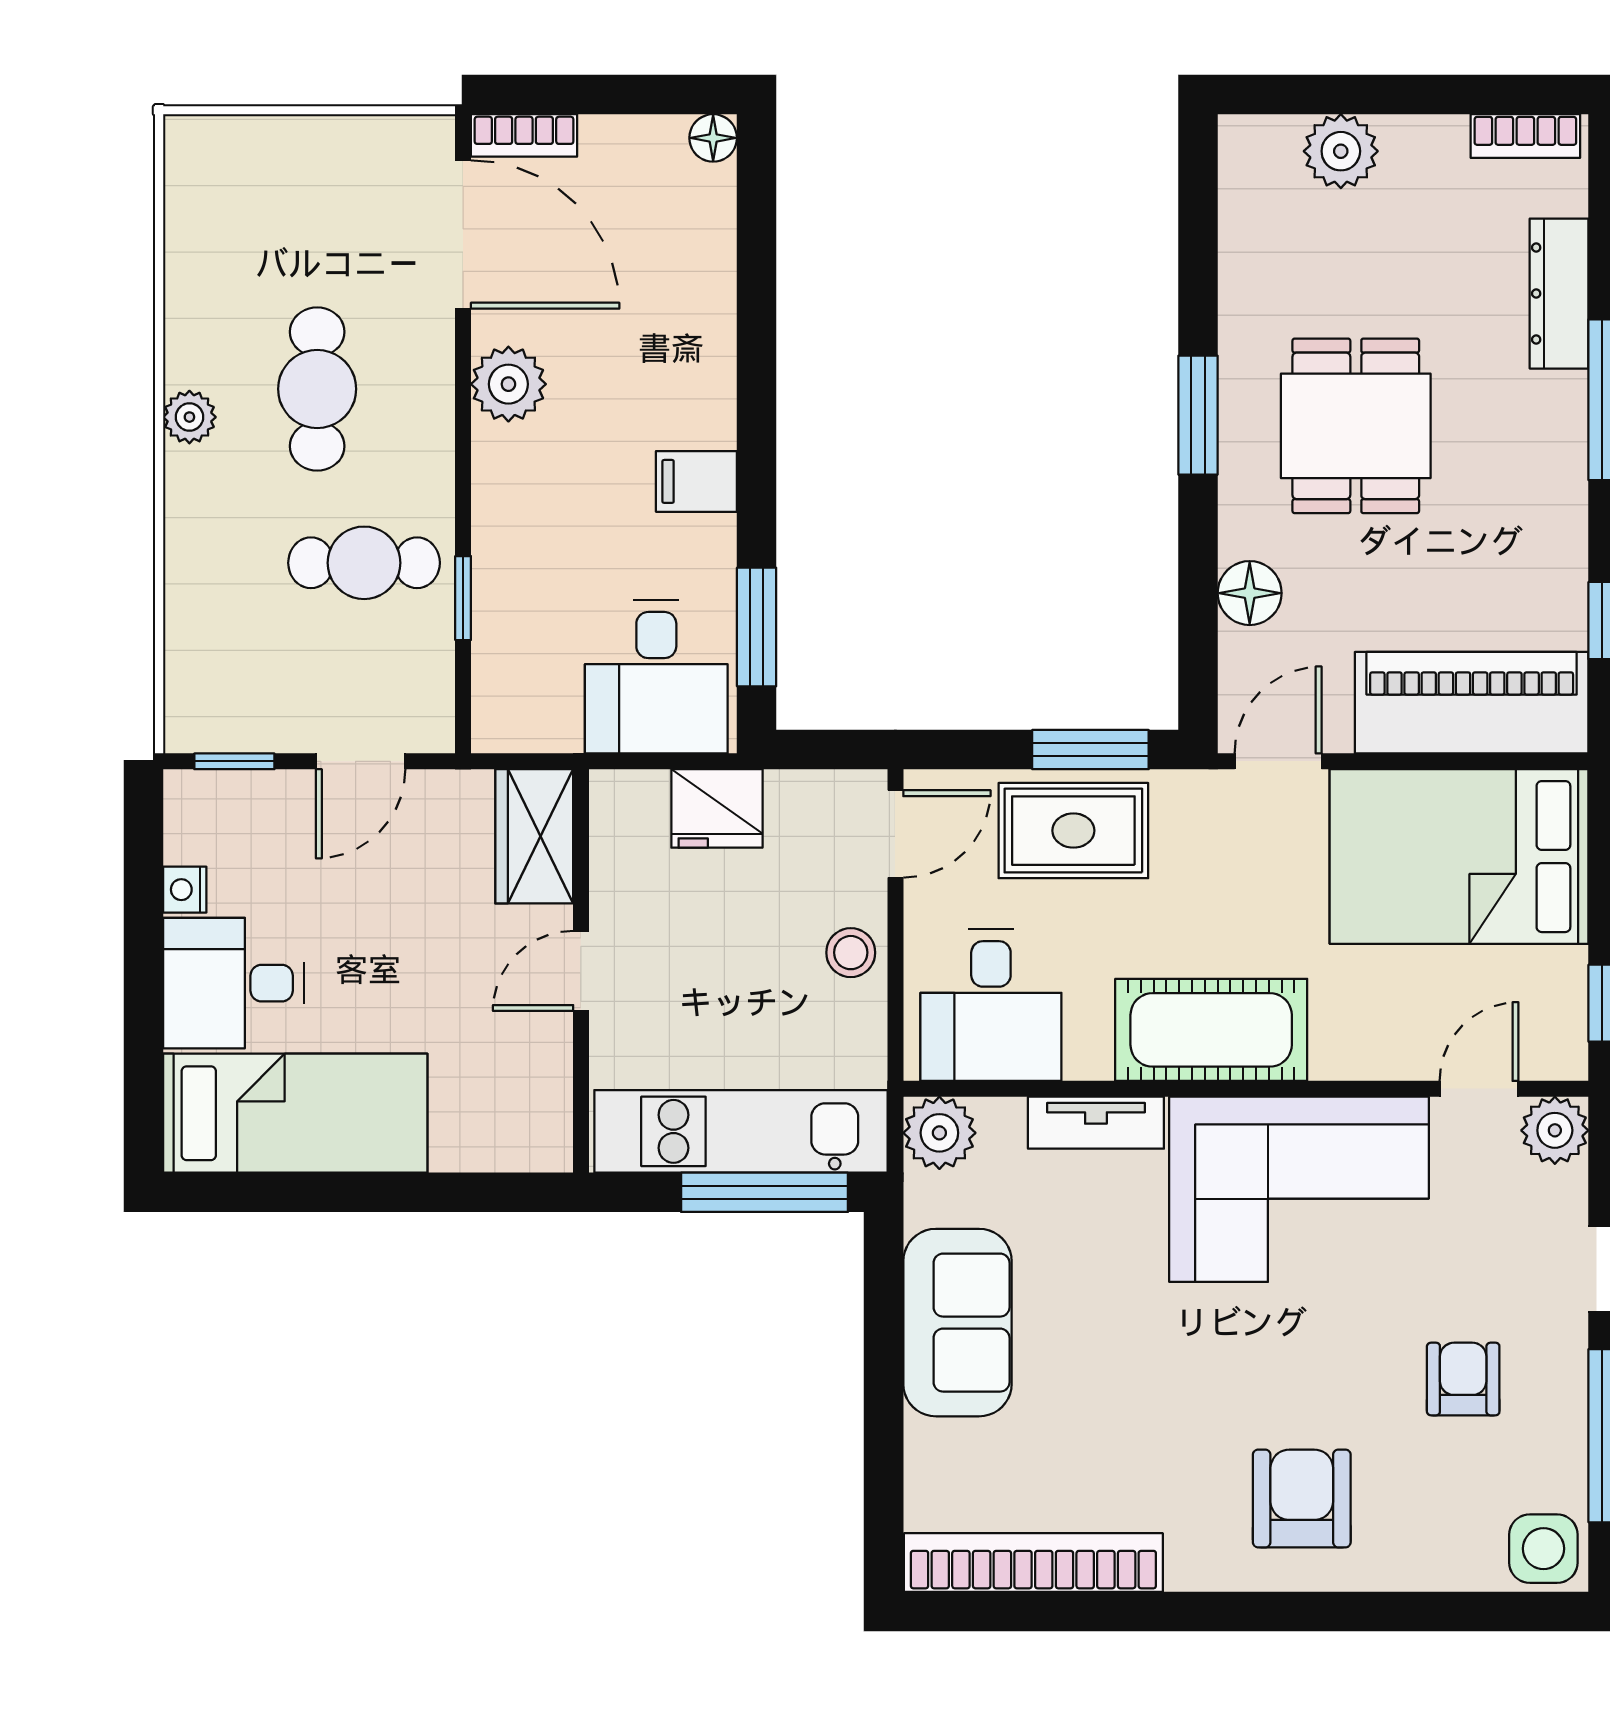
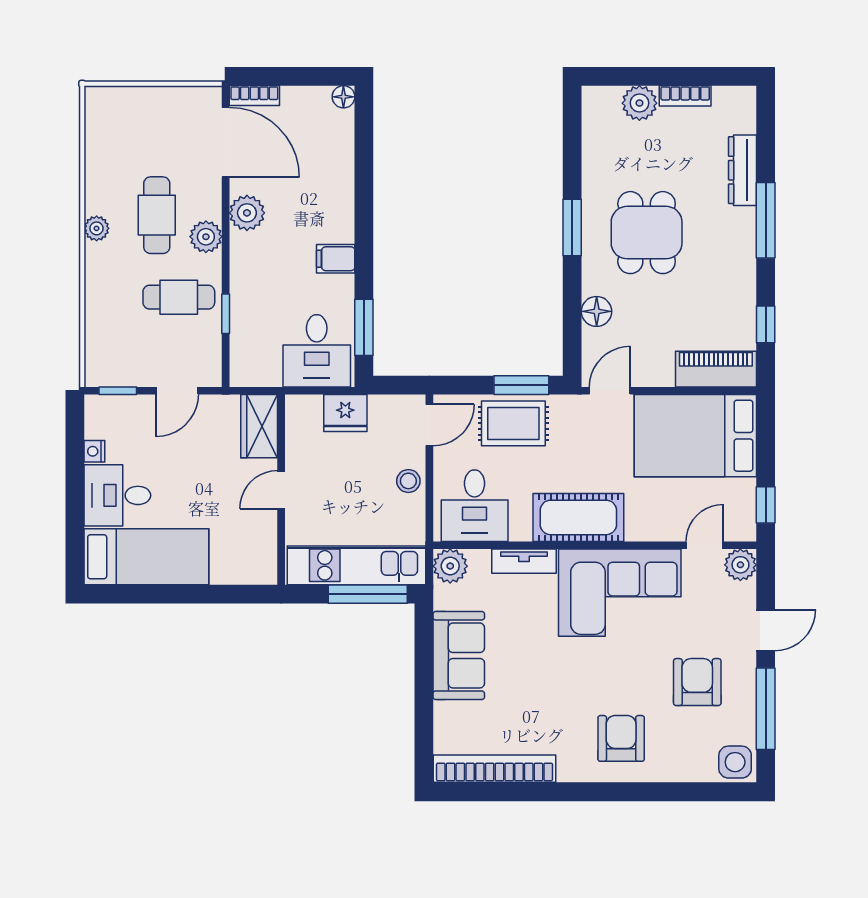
bookcase: (1525, 136) -> (685, 96), moved
plant: (421, 435) -> (206, 237), added
piano: (1472, 703) -> (716, 369), width x0.73, depth x0.75
armchair: (1463, 1379) -> (697, 682), width x1.38, depth x1.38

